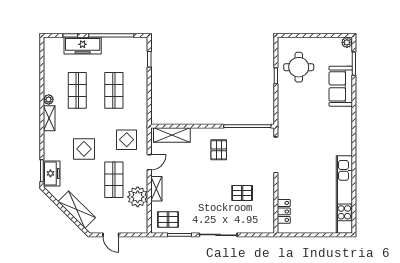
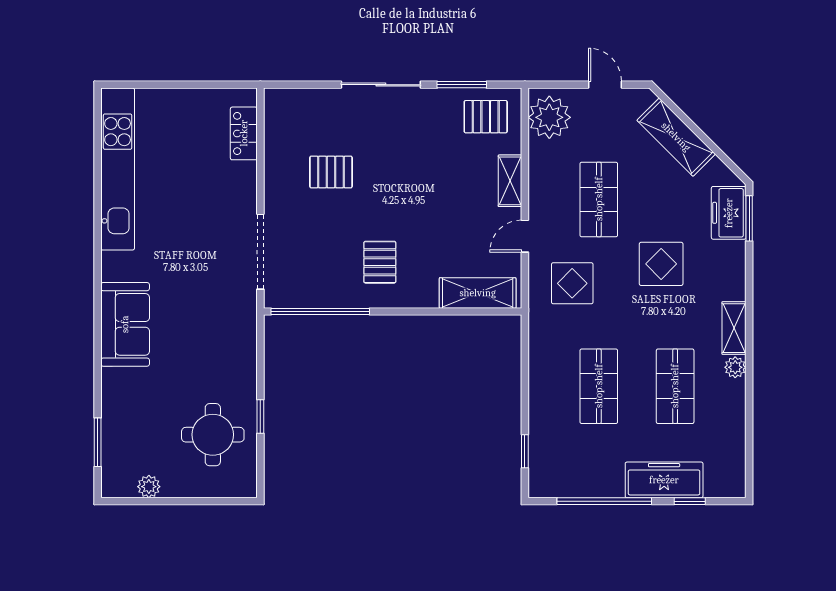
plant: (347, 42) -> (149, 487), moved
sofa: (341, 86) -> (125, 324), moved
plant: (138, 197) -> (549, 117), moved

